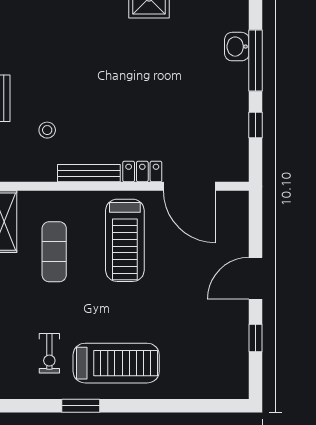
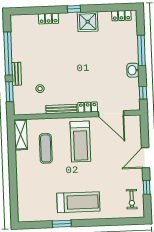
washbasin: (237, 47) -> (133, 70), moved
window: (256, 125) -> (143, 93), moved
exercise bike: (49, 353) -> (132, 199), moved

